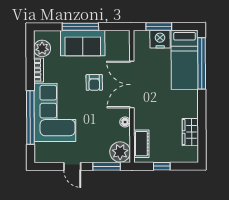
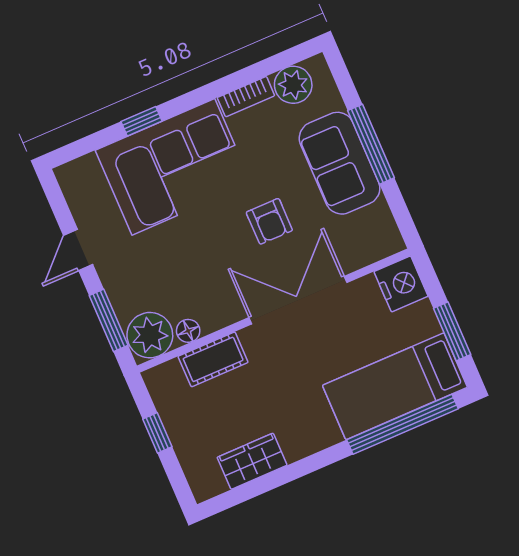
window: (159, 27) -> (452, 331), moved
nightstand: (160, 39) -> (401, 284), moved
armchair: (94, 82) -> (269, 221), turned -90
window: (30, 118) -> (142, 121), width x0.32
floor lamp: (125, 122) -> (188, 331), moved
cot: (141, 144) -> (213, 359), moved

